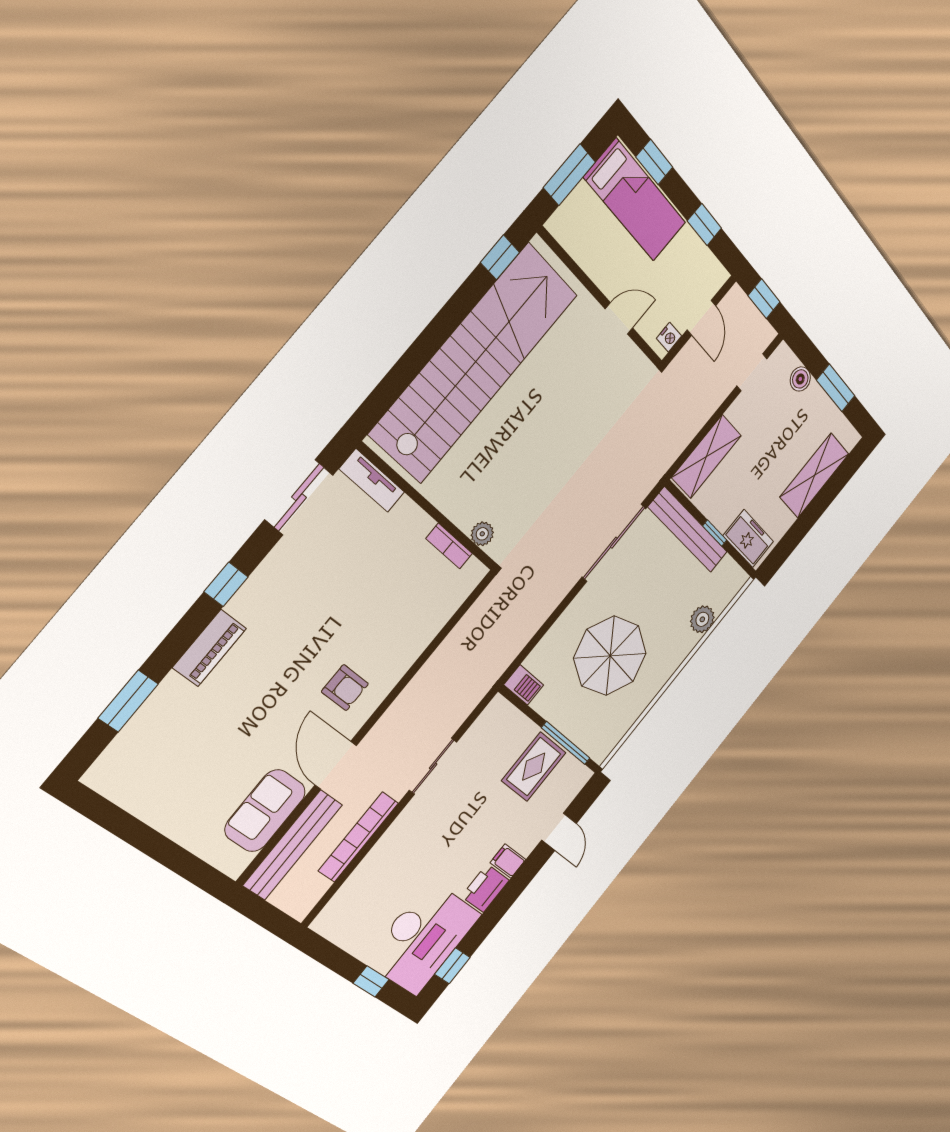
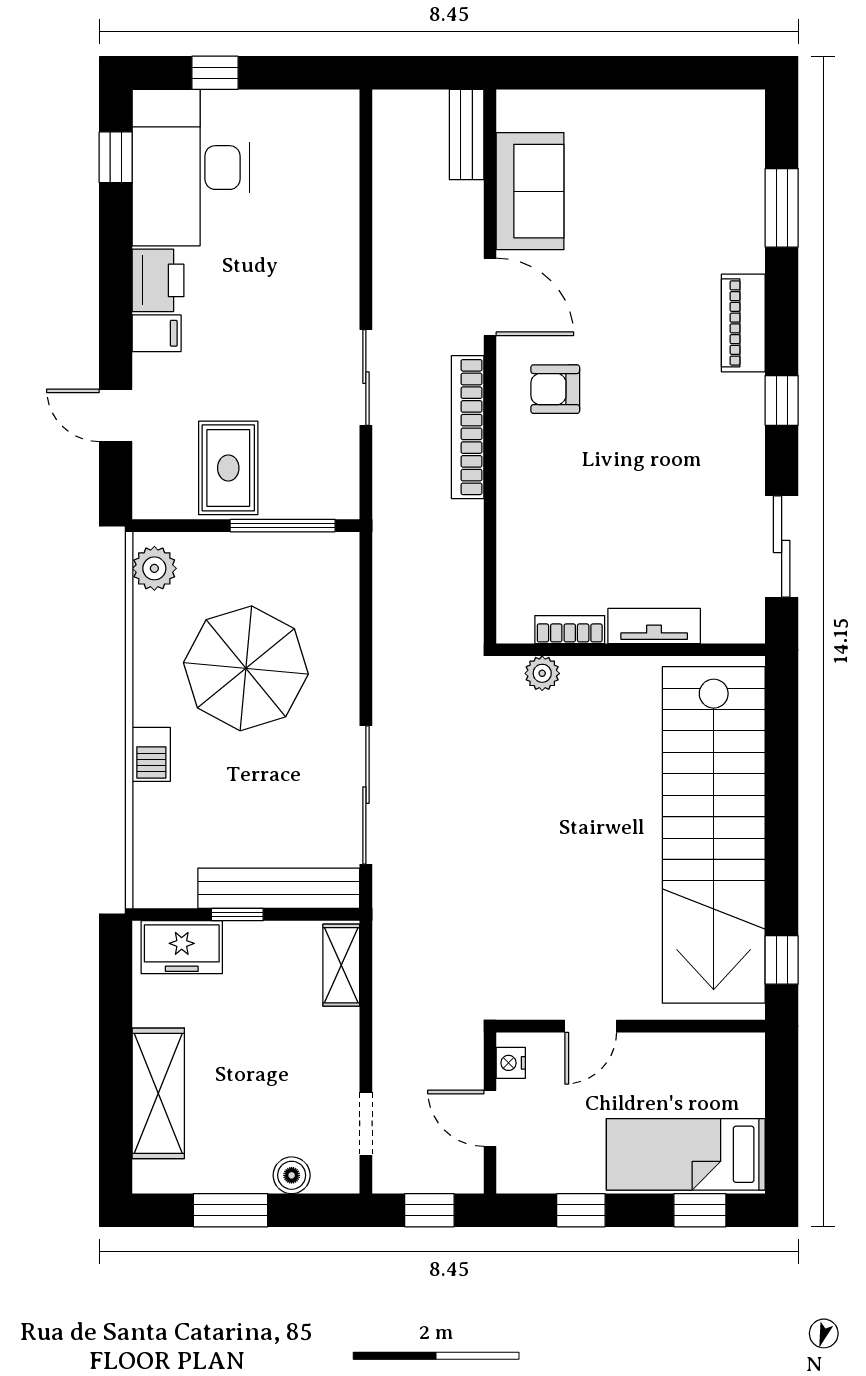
window: (569, 175) -> (782, 1106), removed
shelving: (706, 456) -> (341, 965), width x0.67, depth x0.75
tv unit: (372, 481) -> (654, 626), moved
plant: (702, 619) -> (154, 568), moved
barbecue: (524, 685) -> (151, 754), moved, turned -90
window: (566, 743) -> (283, 526), moved
bookcase: (358, 837) -> (468, 427), moved, turned 180
bench: (293, 845) -> (467, 134), width x0.54, depth x0.82

